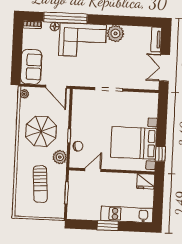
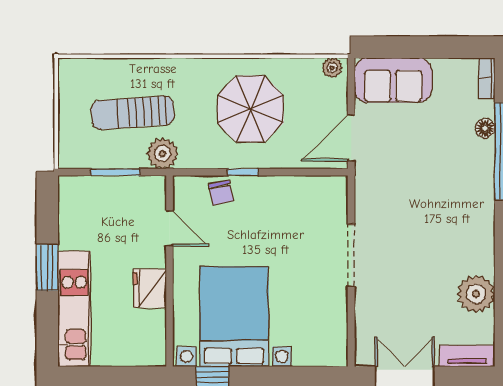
plant: (115, 33) -> (476, 294), moved
corner sofa: (83, 40) -> (458, 192), removed
plant: (60, 157) -> (163, 154), moved
fridge: (146, 181) -> (150, 288), moved

